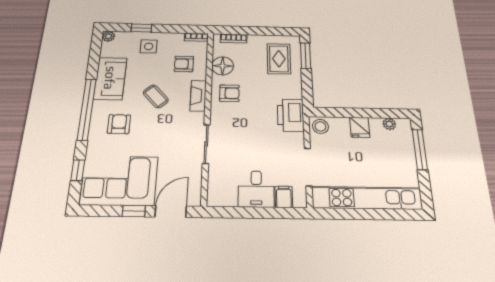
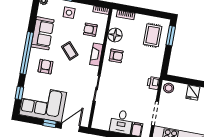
printer: (291, 115) -> (153, 83), width x0.53, depth x0.68

